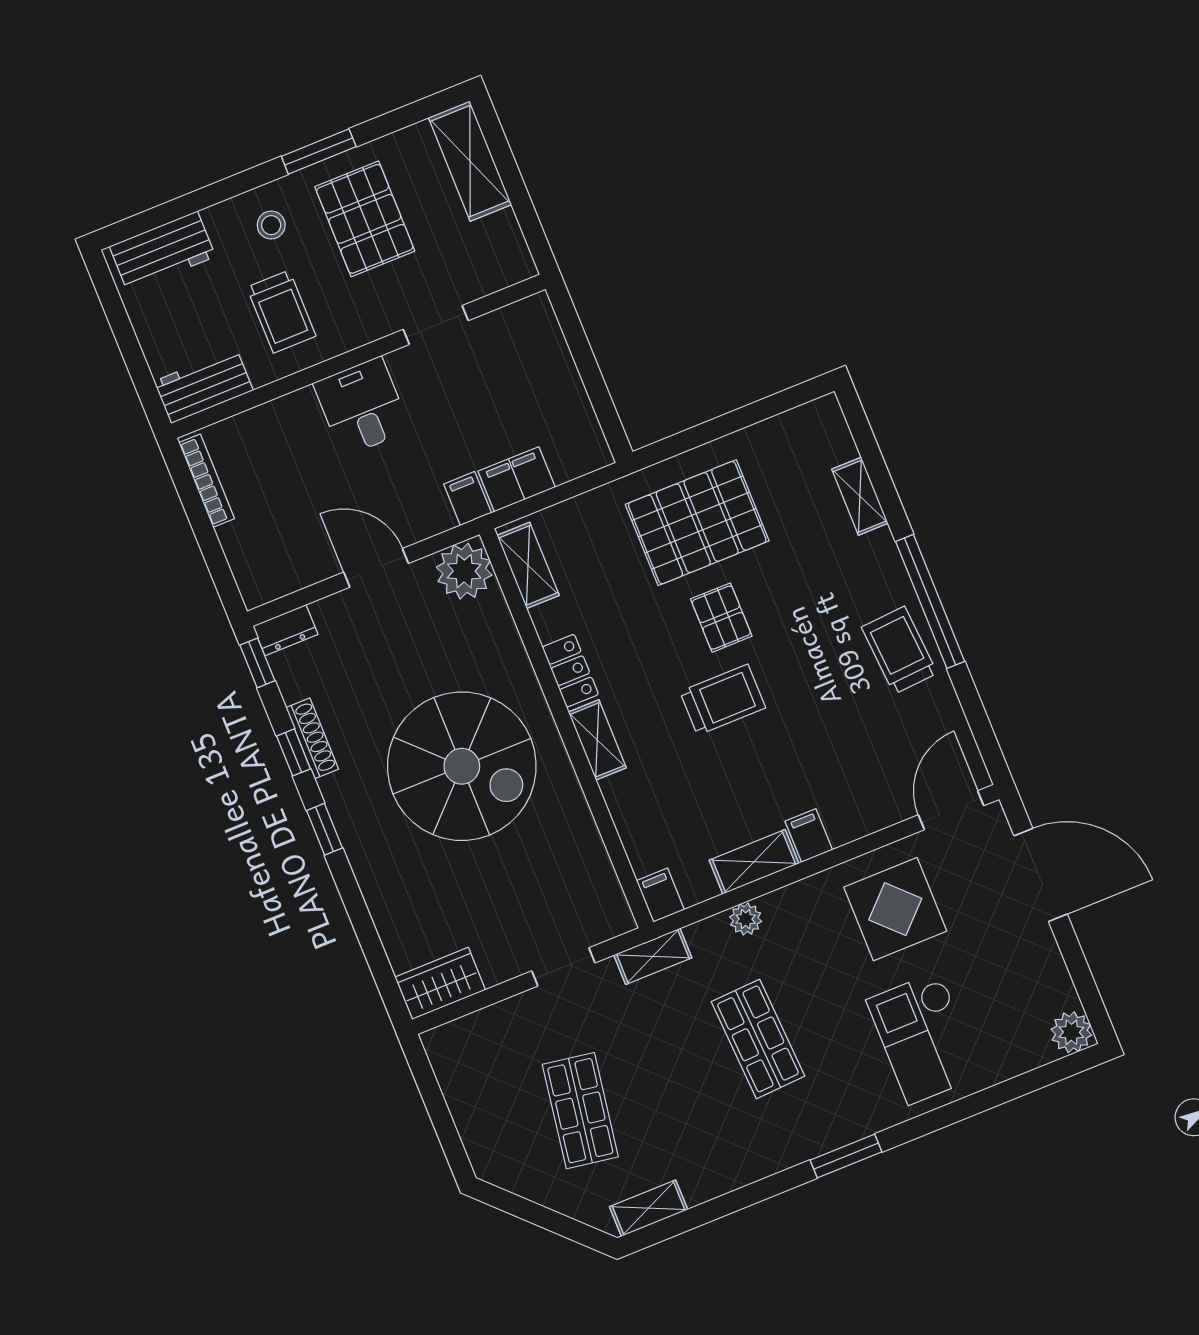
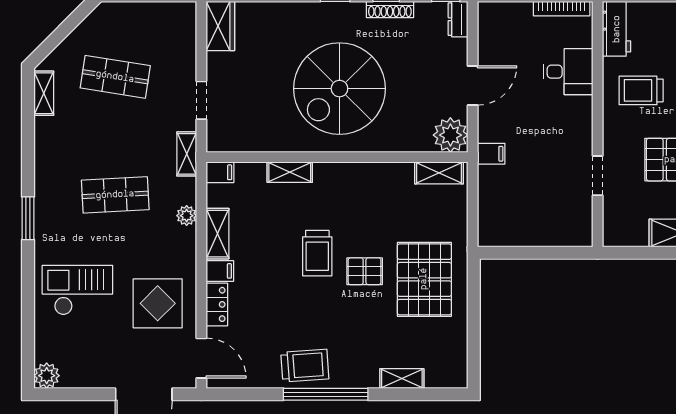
desk: (362, 407) -> (568, 72), moved
filing cabinet: (517, 479) -> (491, 186), removed
locker: (570, 671) -> (217, 304), moved, turned -90
shelving: (597, 740) -> (290, 172), moved

